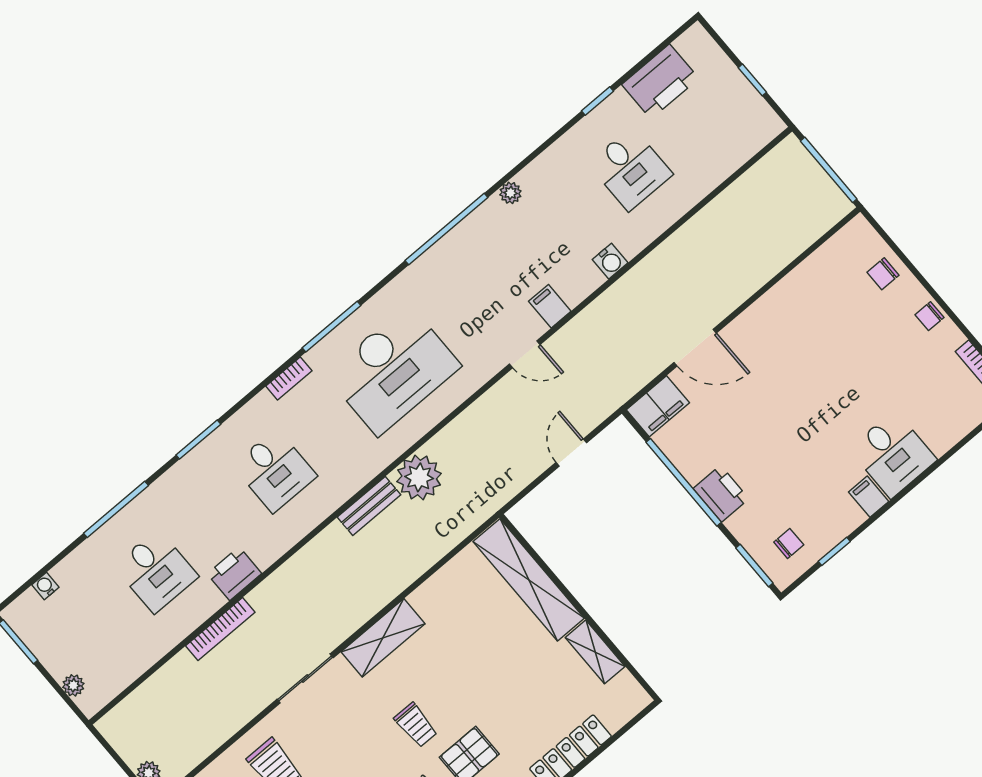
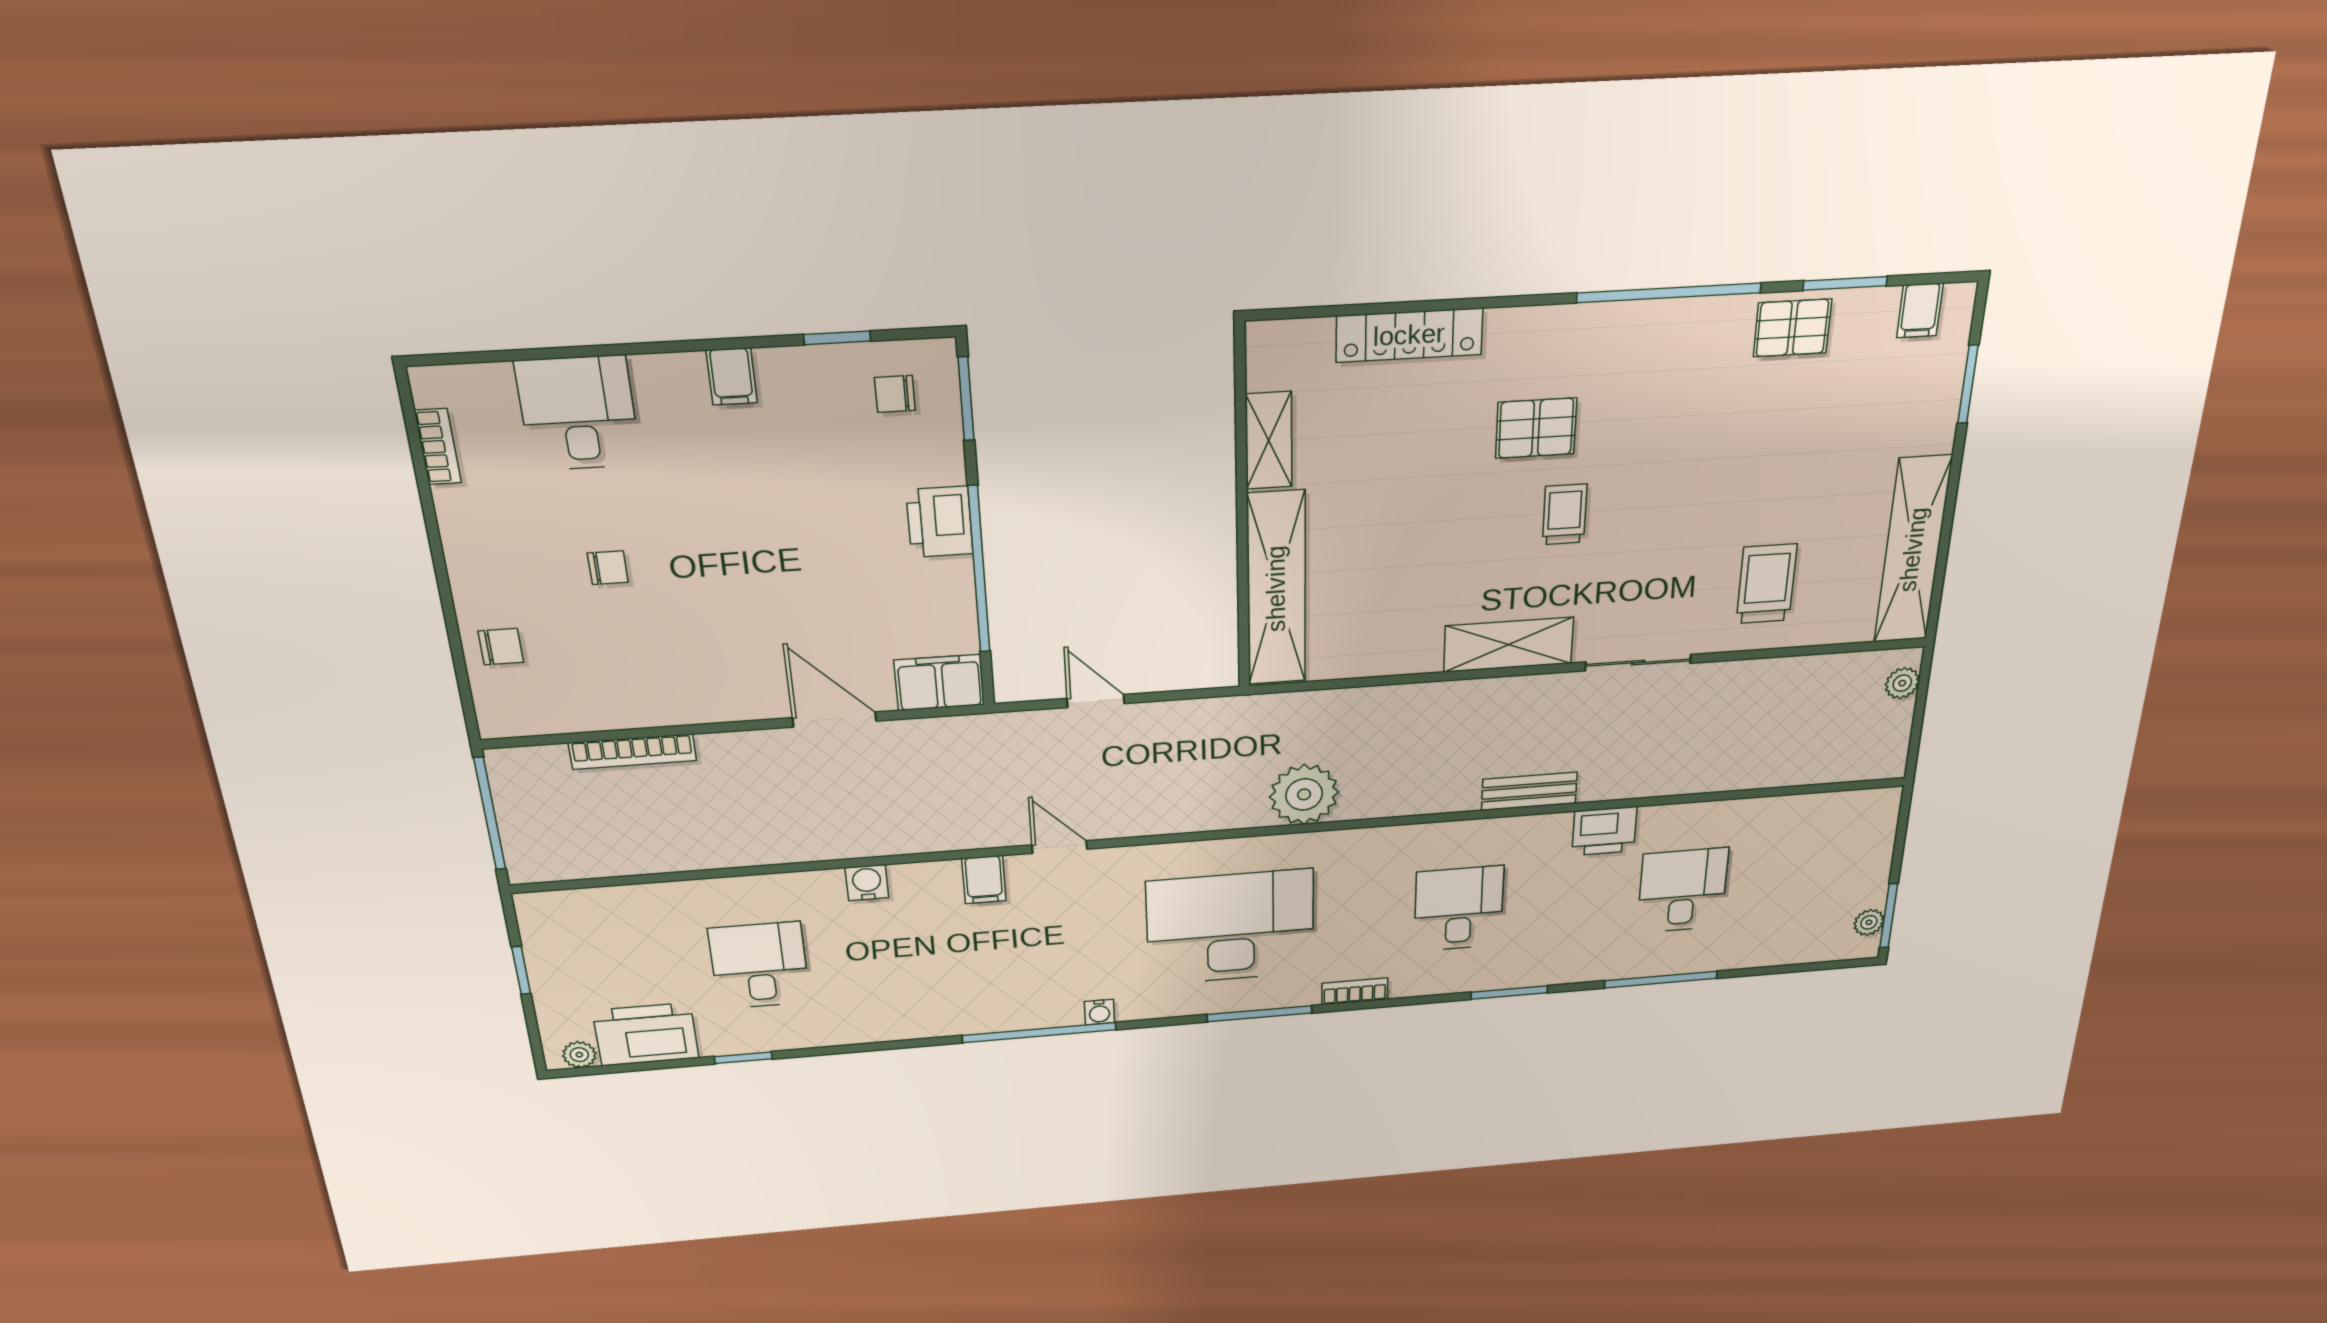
plant: (510, 193) -> (579, 1055), moved
chair: (930, 316) -> (608, 568), moved
door: (571, 453) -> (1096, 701), swing flipped
desk: (893, 454) -> (578, 413), moved
bench: (369, 506) -> (1529, 791), moved
water cooler: (45, 586) -> (1099, 1012), moved
bookcase: (220, 629) -> (632, 752), moved, turned 180
plant: (73, 685) -> (1869, 922), moved

